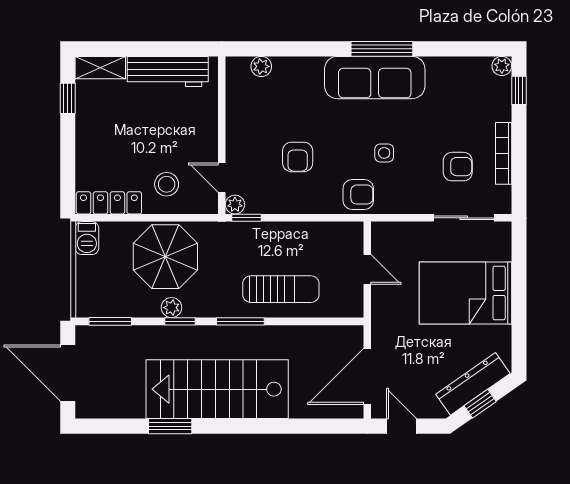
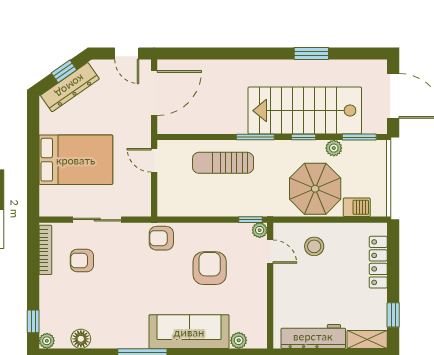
floor lamp: (459, 68) -> (81, 339), added
sofa: (375, 78) -> (189, 332), moved
side table: (384, 153) -> (141, 271), removed
bookcase: (504, 153) -> (45, 250), moved
armchair: (298, 157) -> (210, 268), width x1.38, depth x1.38
locker: (109, 203) -> (378, 262), moved, turned 90
sliding door: (464, 218) -> (97, 220), moved
barbecue: (87, 238) -> (357, 207), moved, turned 90
door: (367, 269) -> (154, 160), moved
plant: (171, 308) -> (334, 148), moved
stairs: (217, 389) -> (305, 111), moved, turned 180

